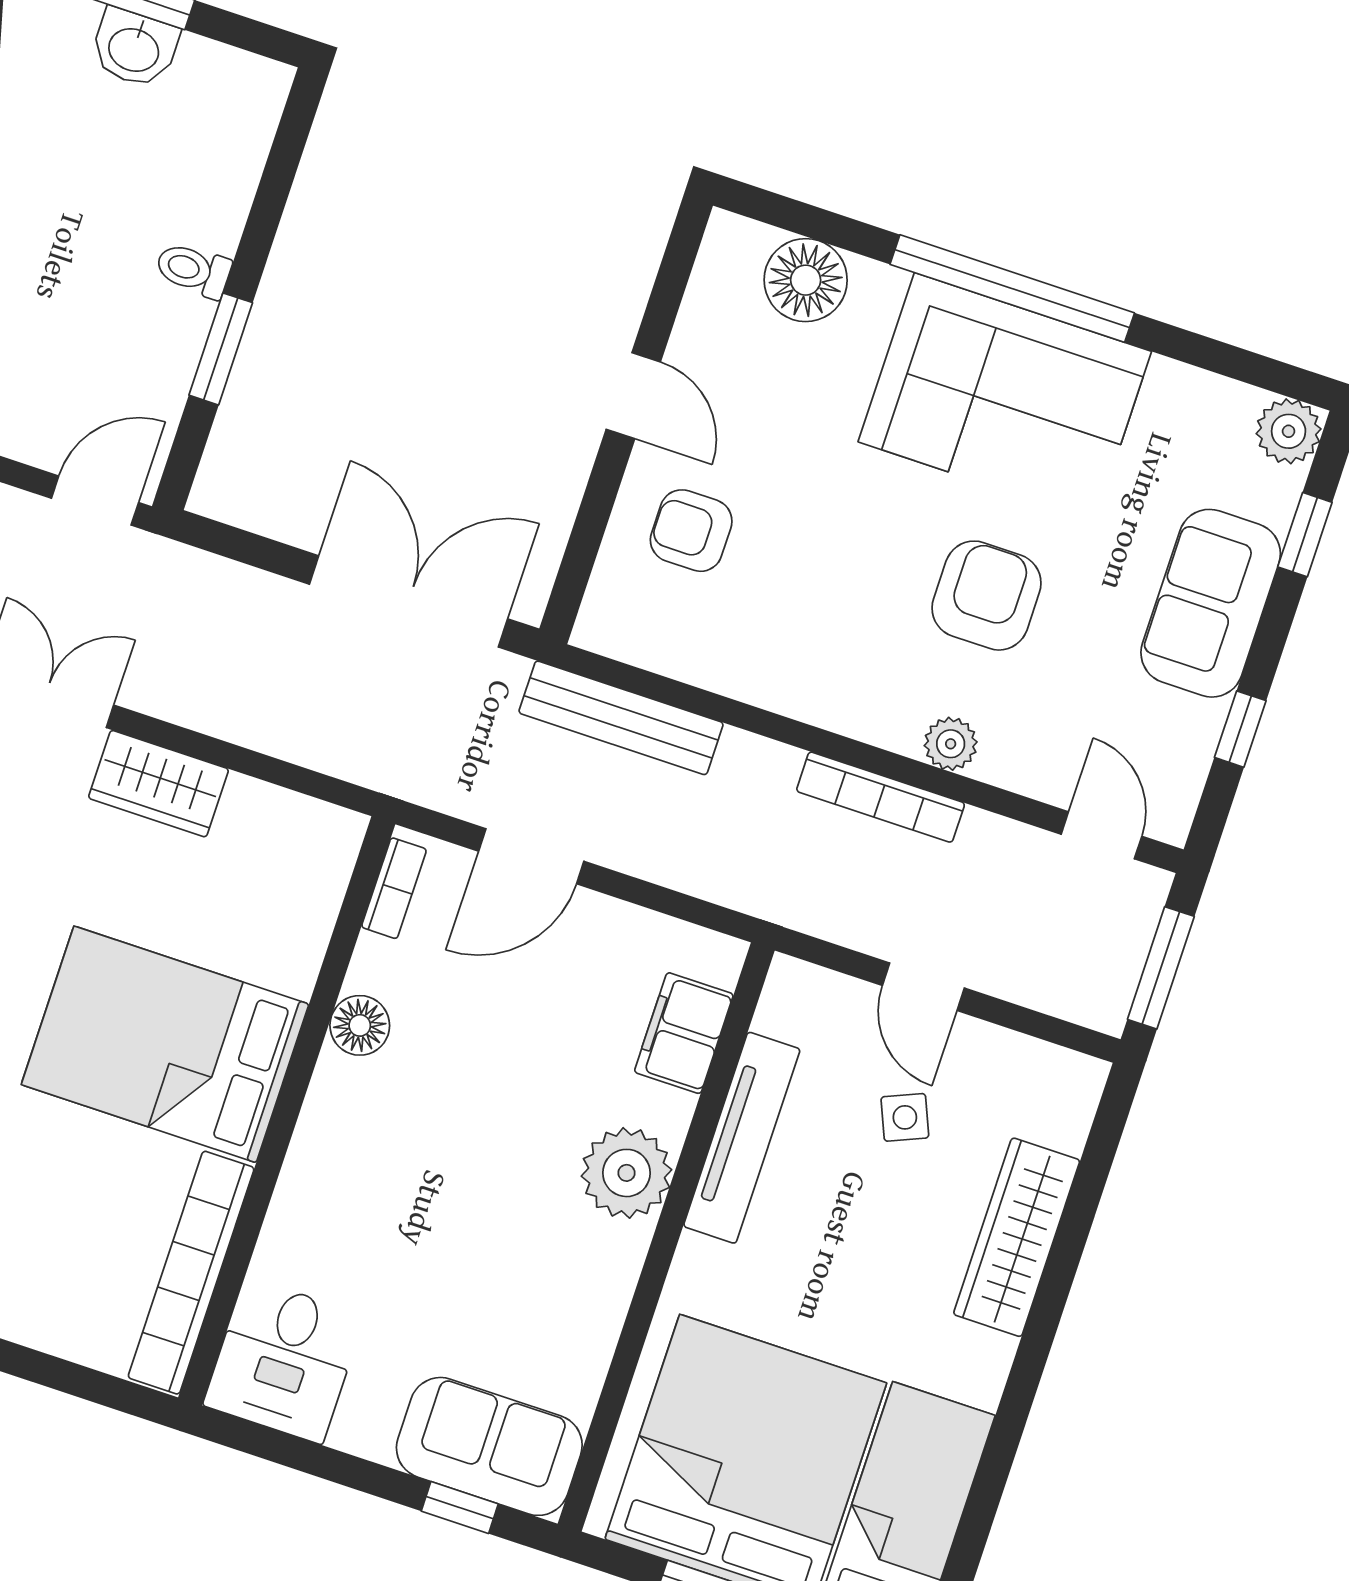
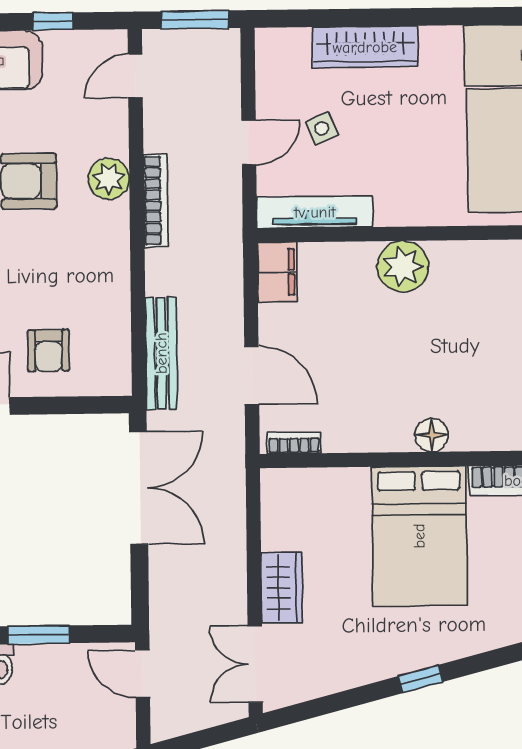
double door: (408, 601) -> (139, 488), swing flipped
plant: (951, 744) -> (109, 179), width x1.38, depth x1.38
floor lamp: (360, 1025) -> (431, 435), moved
filing cabinet: (684, 1033) -> (277, 272), moved, turned -90
tv unit: (742, 1138) -> (315, 212), moved

